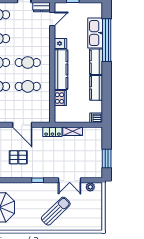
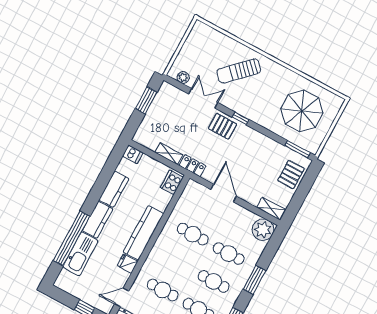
cafe table: (28, 62) -> (163, 290), moved
cooker: (60, 98) -> (172, 182), moved
pallet: (18, 157) -> (223, 126), moved

